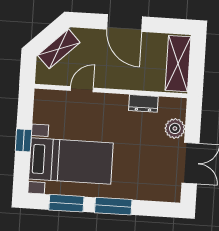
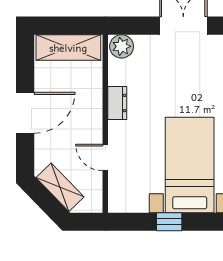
dresser: (143, 103) -> (117, 103), moved
plant: (175, 128) -> (122, 46), moved

